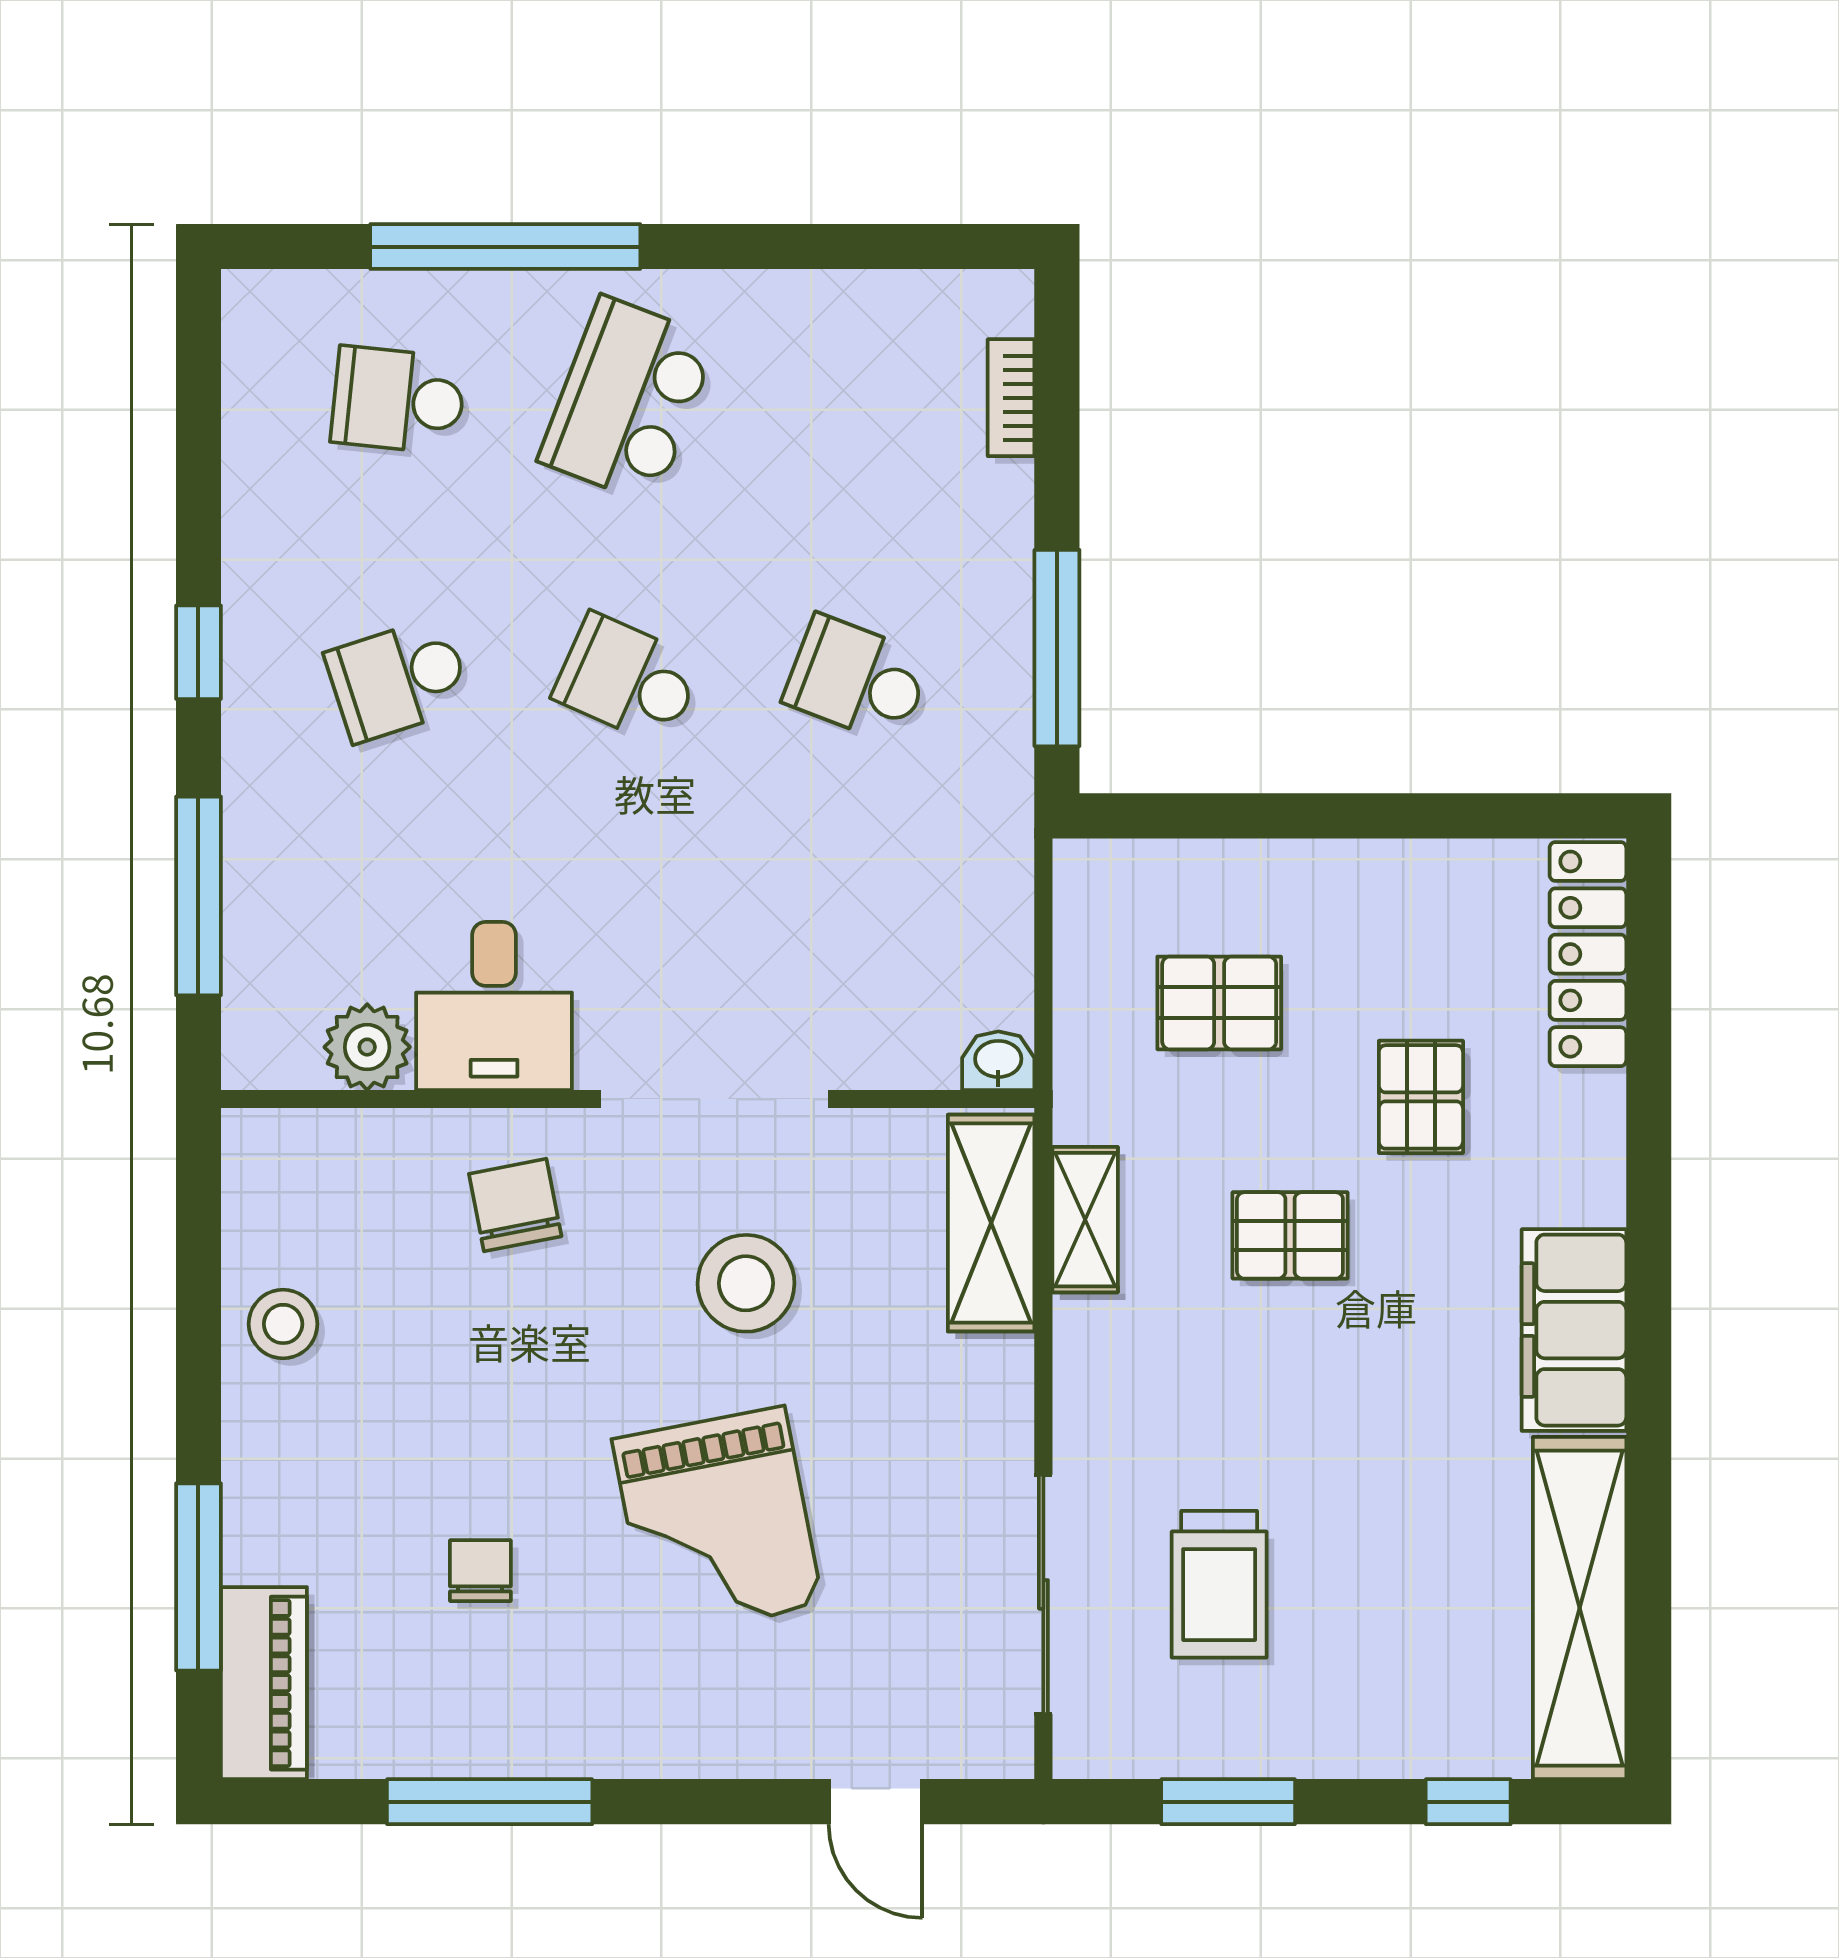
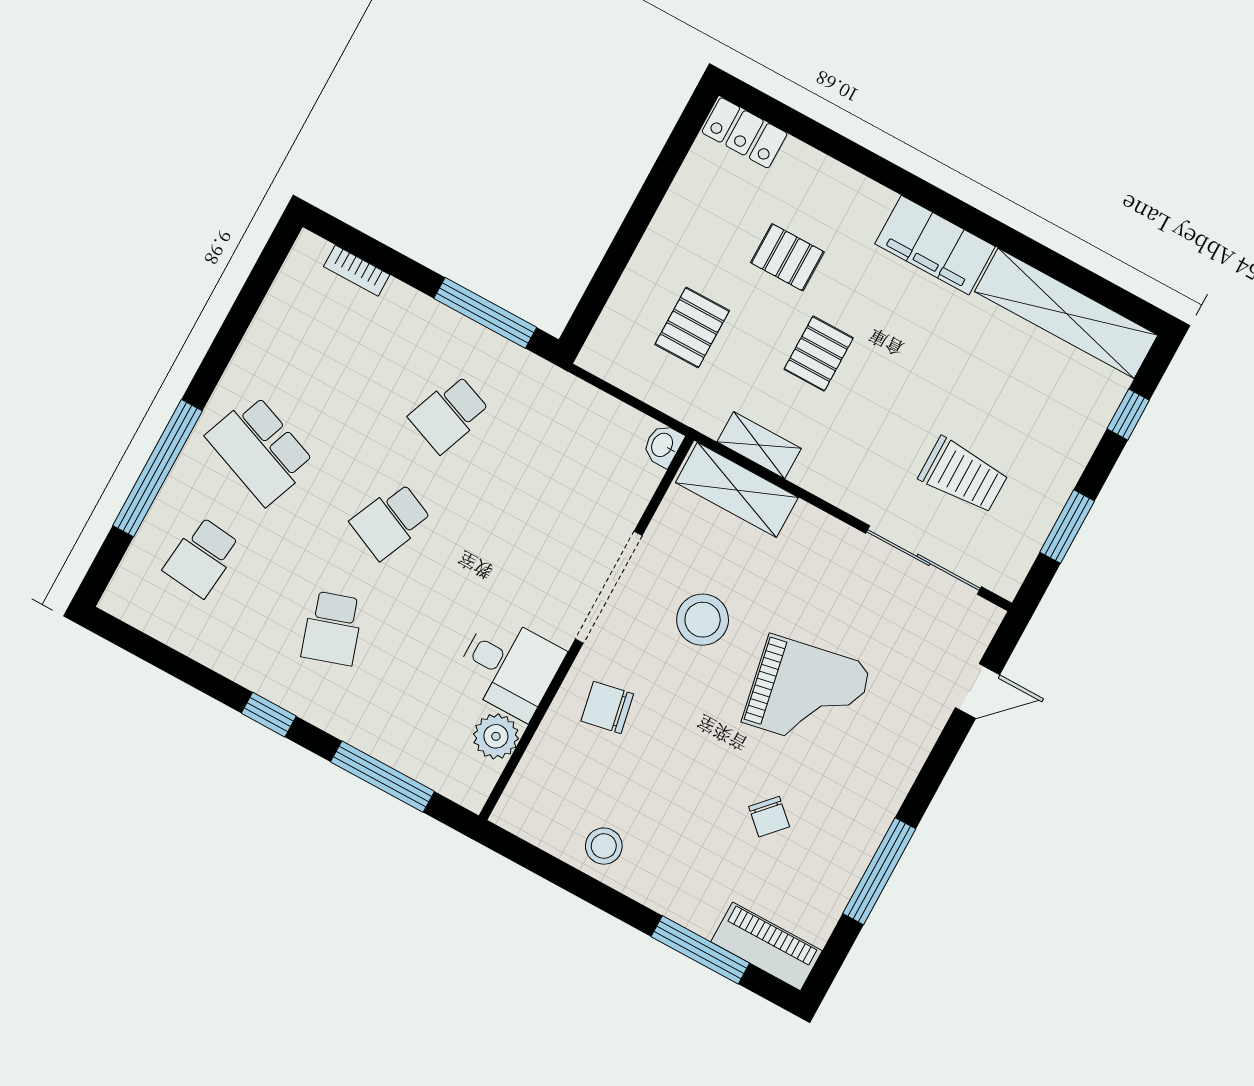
locker: (1588, 954) -> (745, 133), width x0.66
chair: (480, 1571) -> (769, 817), turned -137

